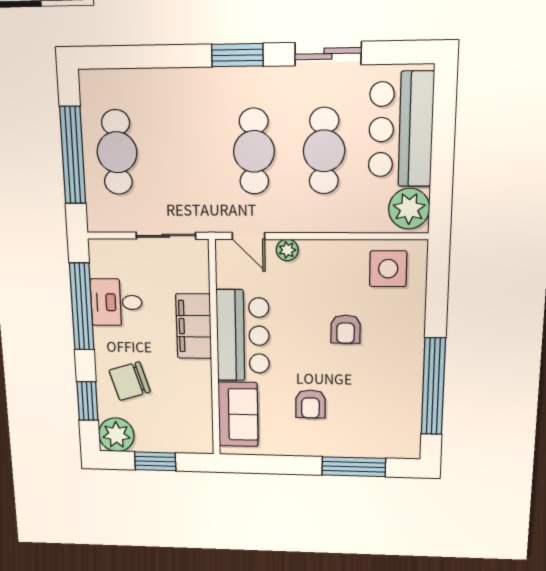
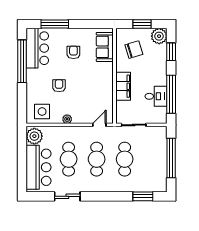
window: (237, 55) -> (143, 196), moved
cafe table: (117, 152) -> (125, 159), moved
door: (248, 236) -> (99, 125), hinge flipped
plant: (287, 250) -> (67, 119), moved
bar counter: (243, 336) -> (37, 48), moved, turned 180
chair: (130, 381) -> (134, 50), moved

